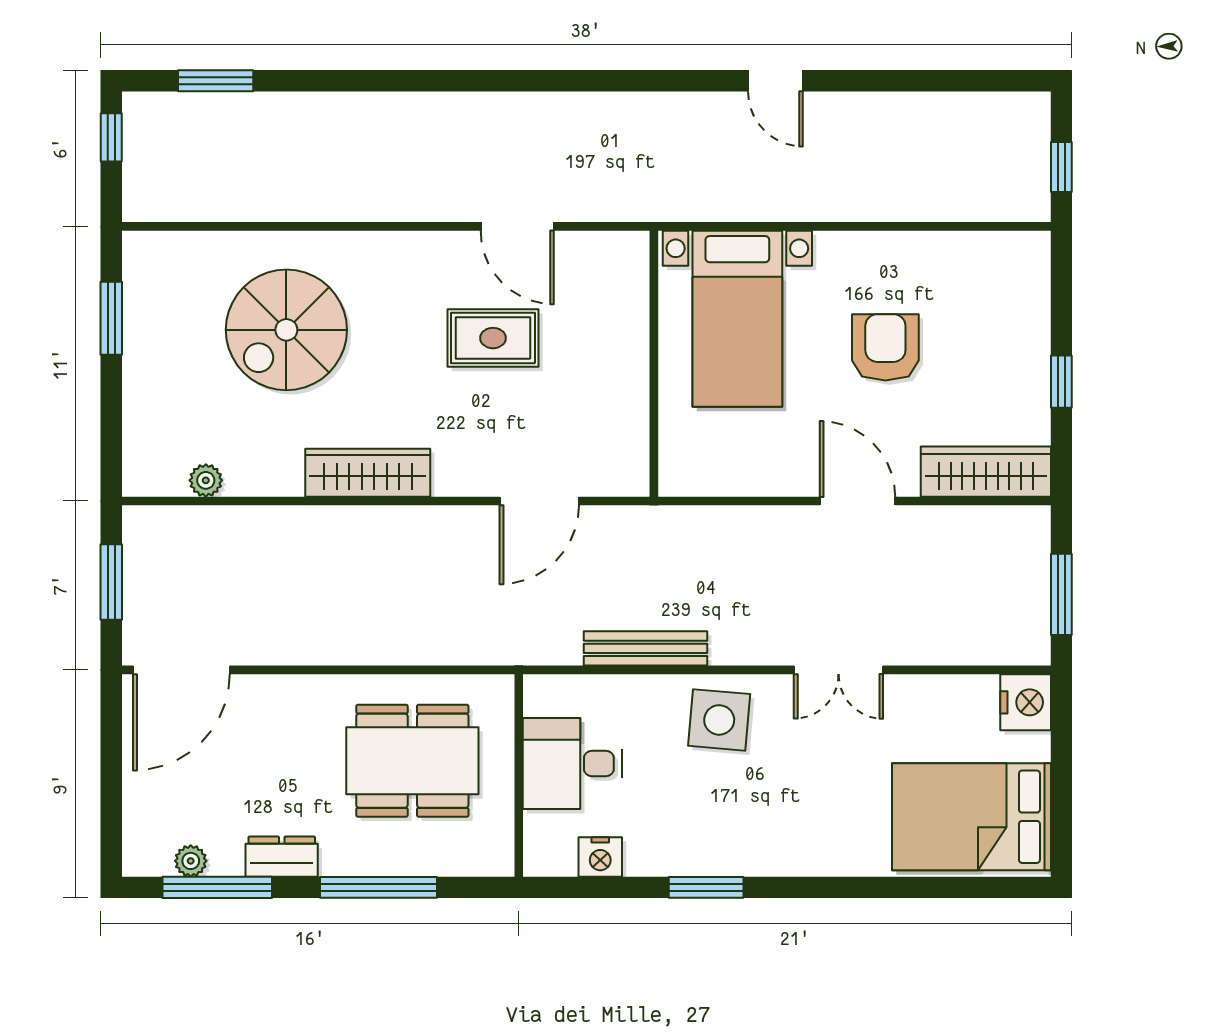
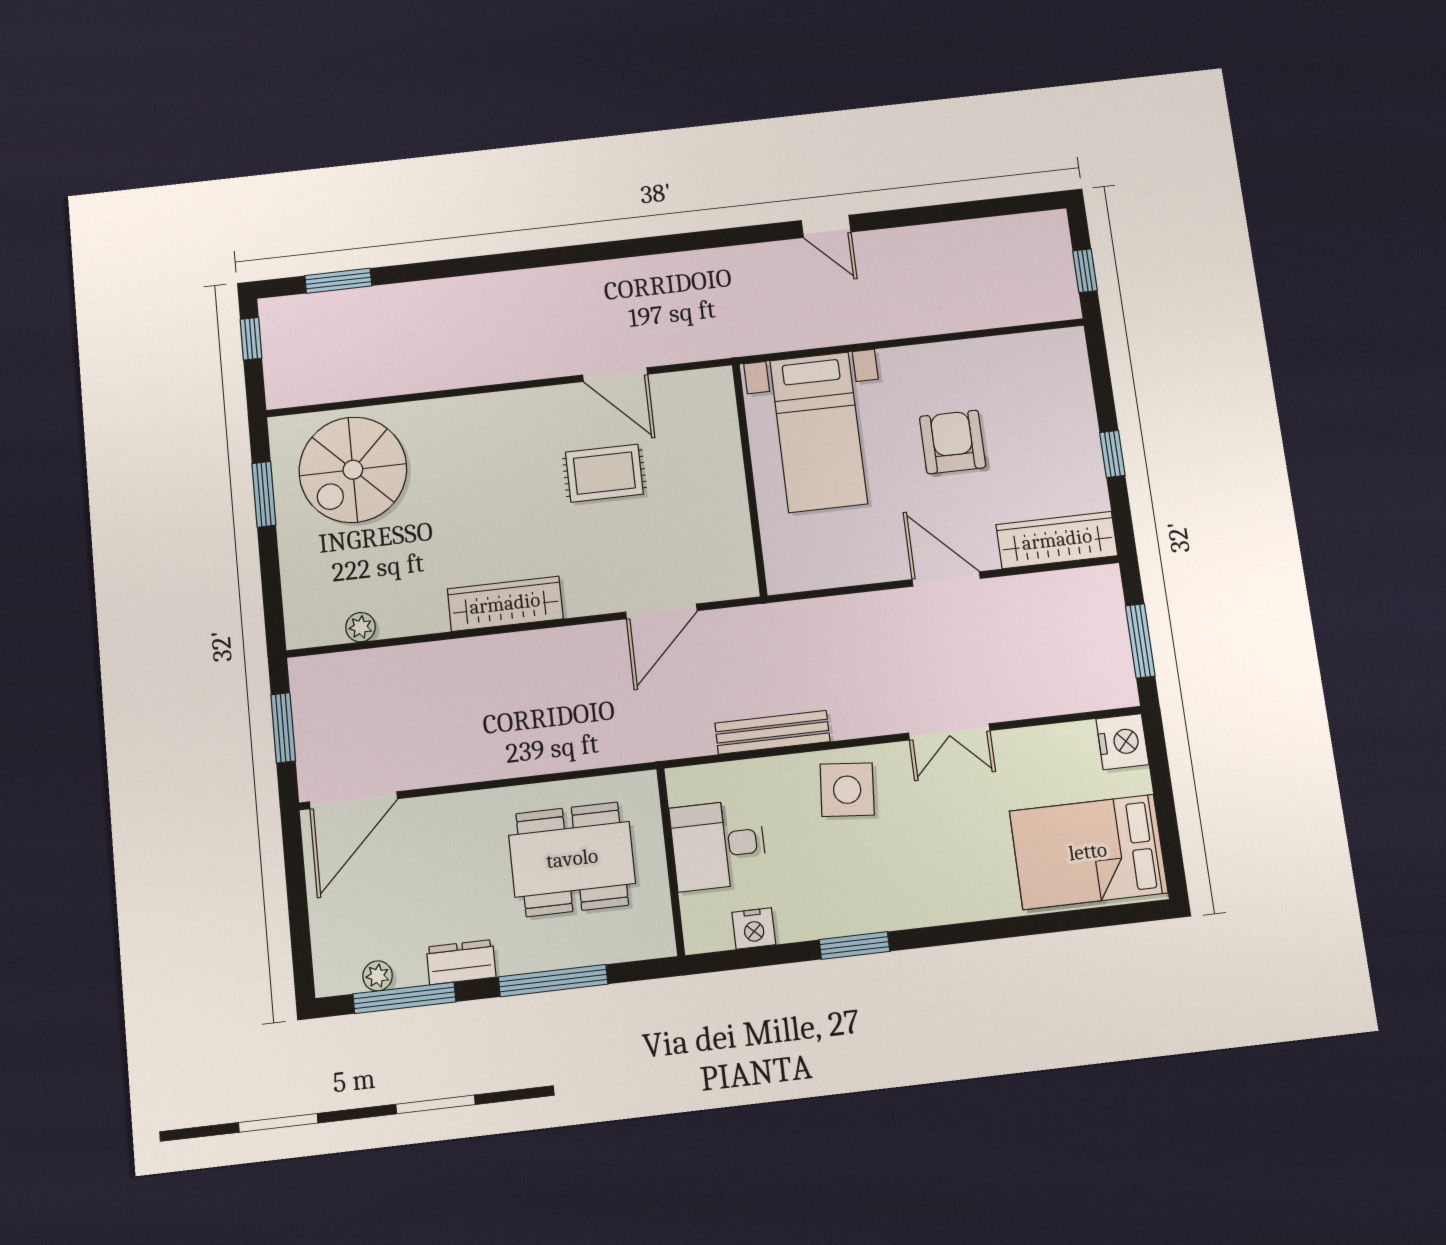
spiral stairs: (286, 330) -> (353, 470), moved

